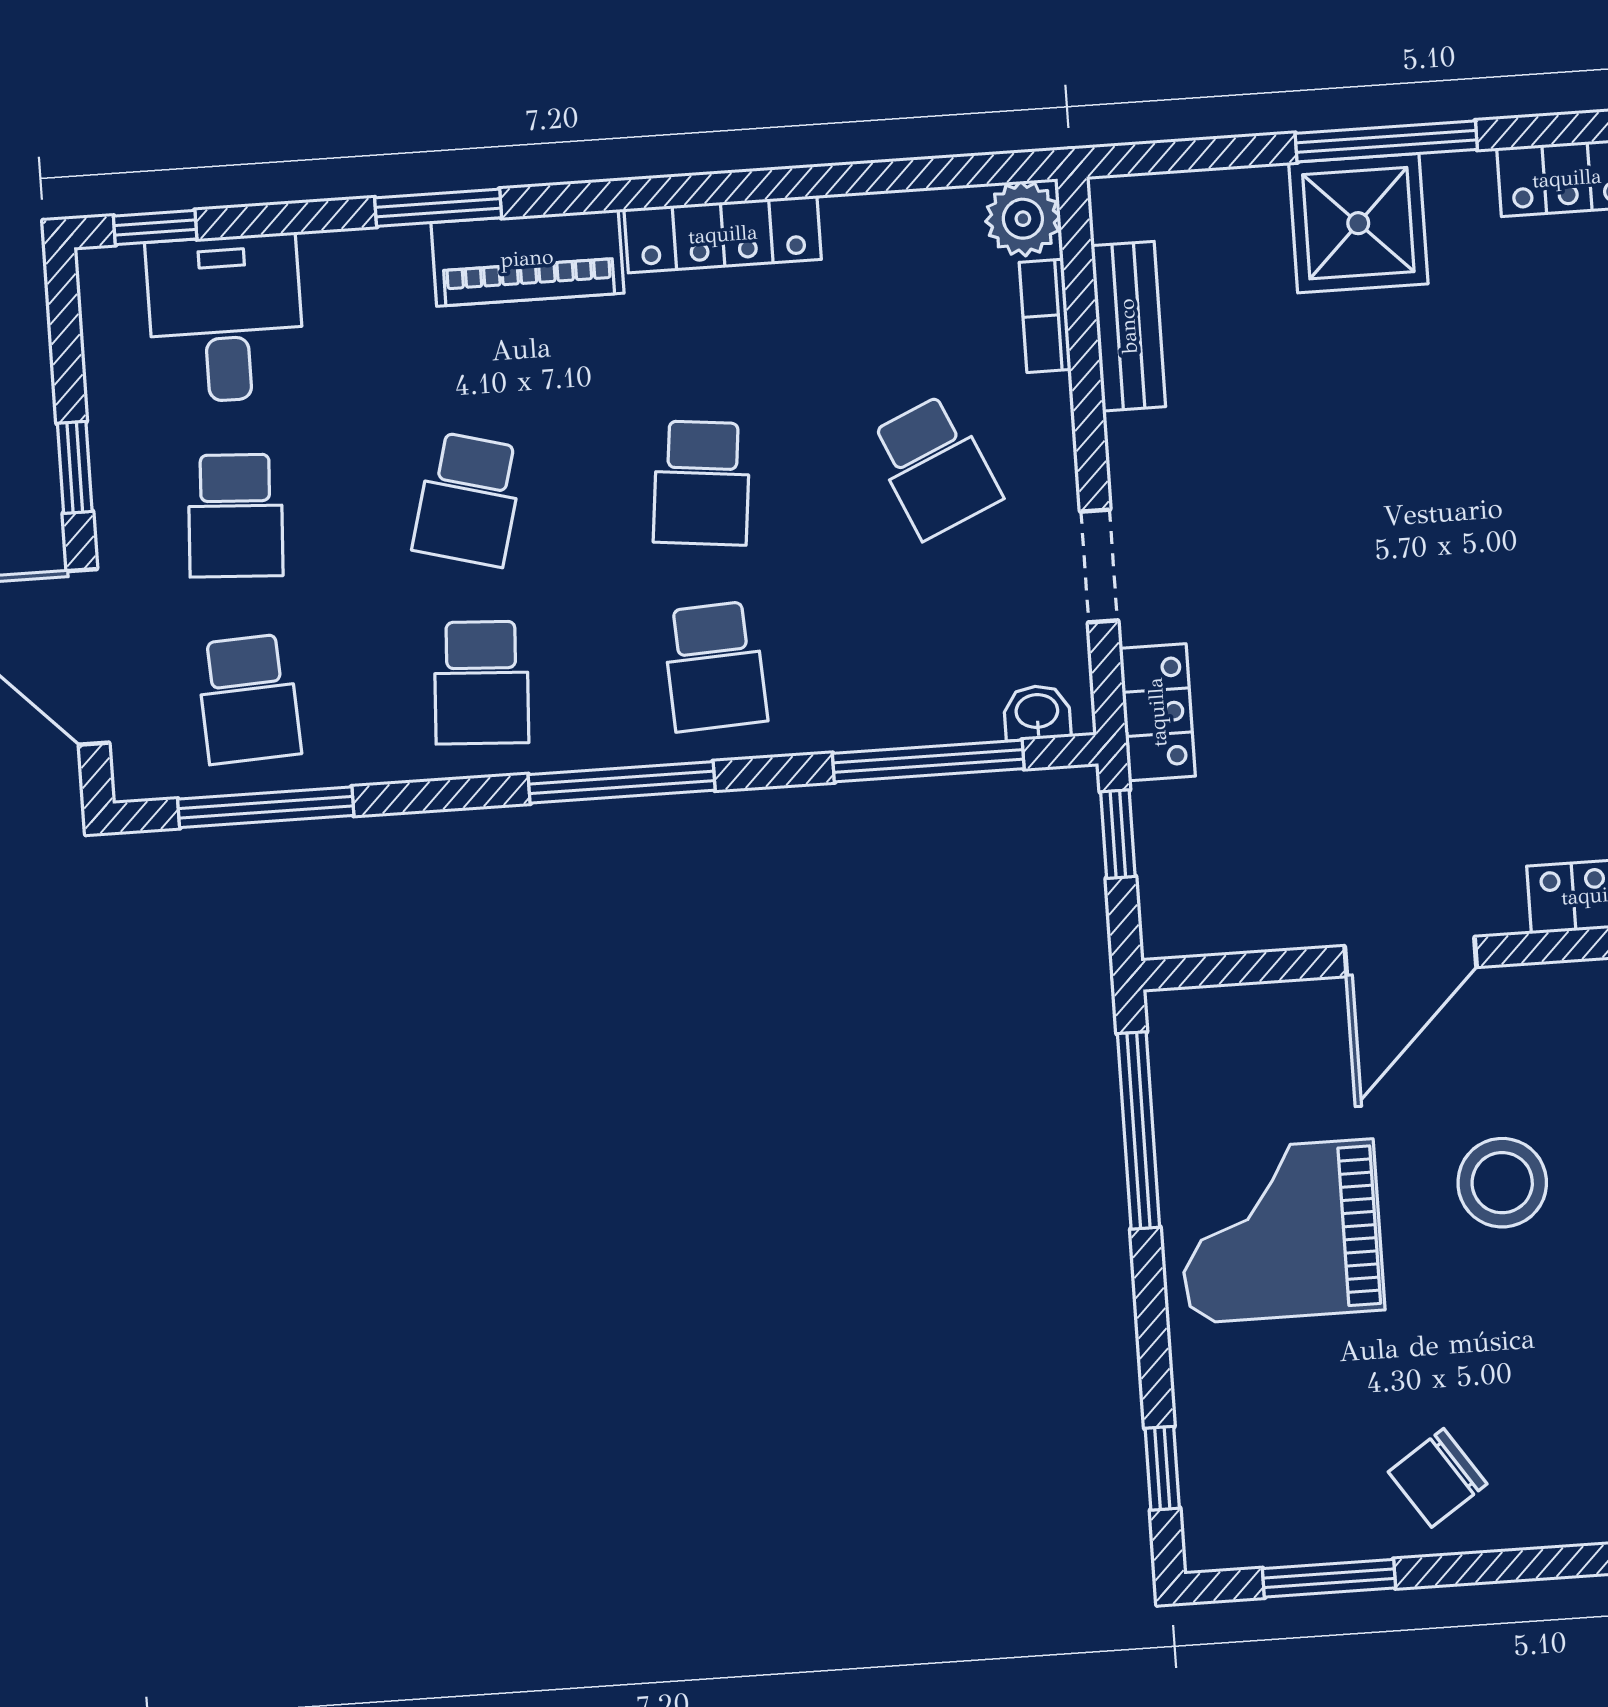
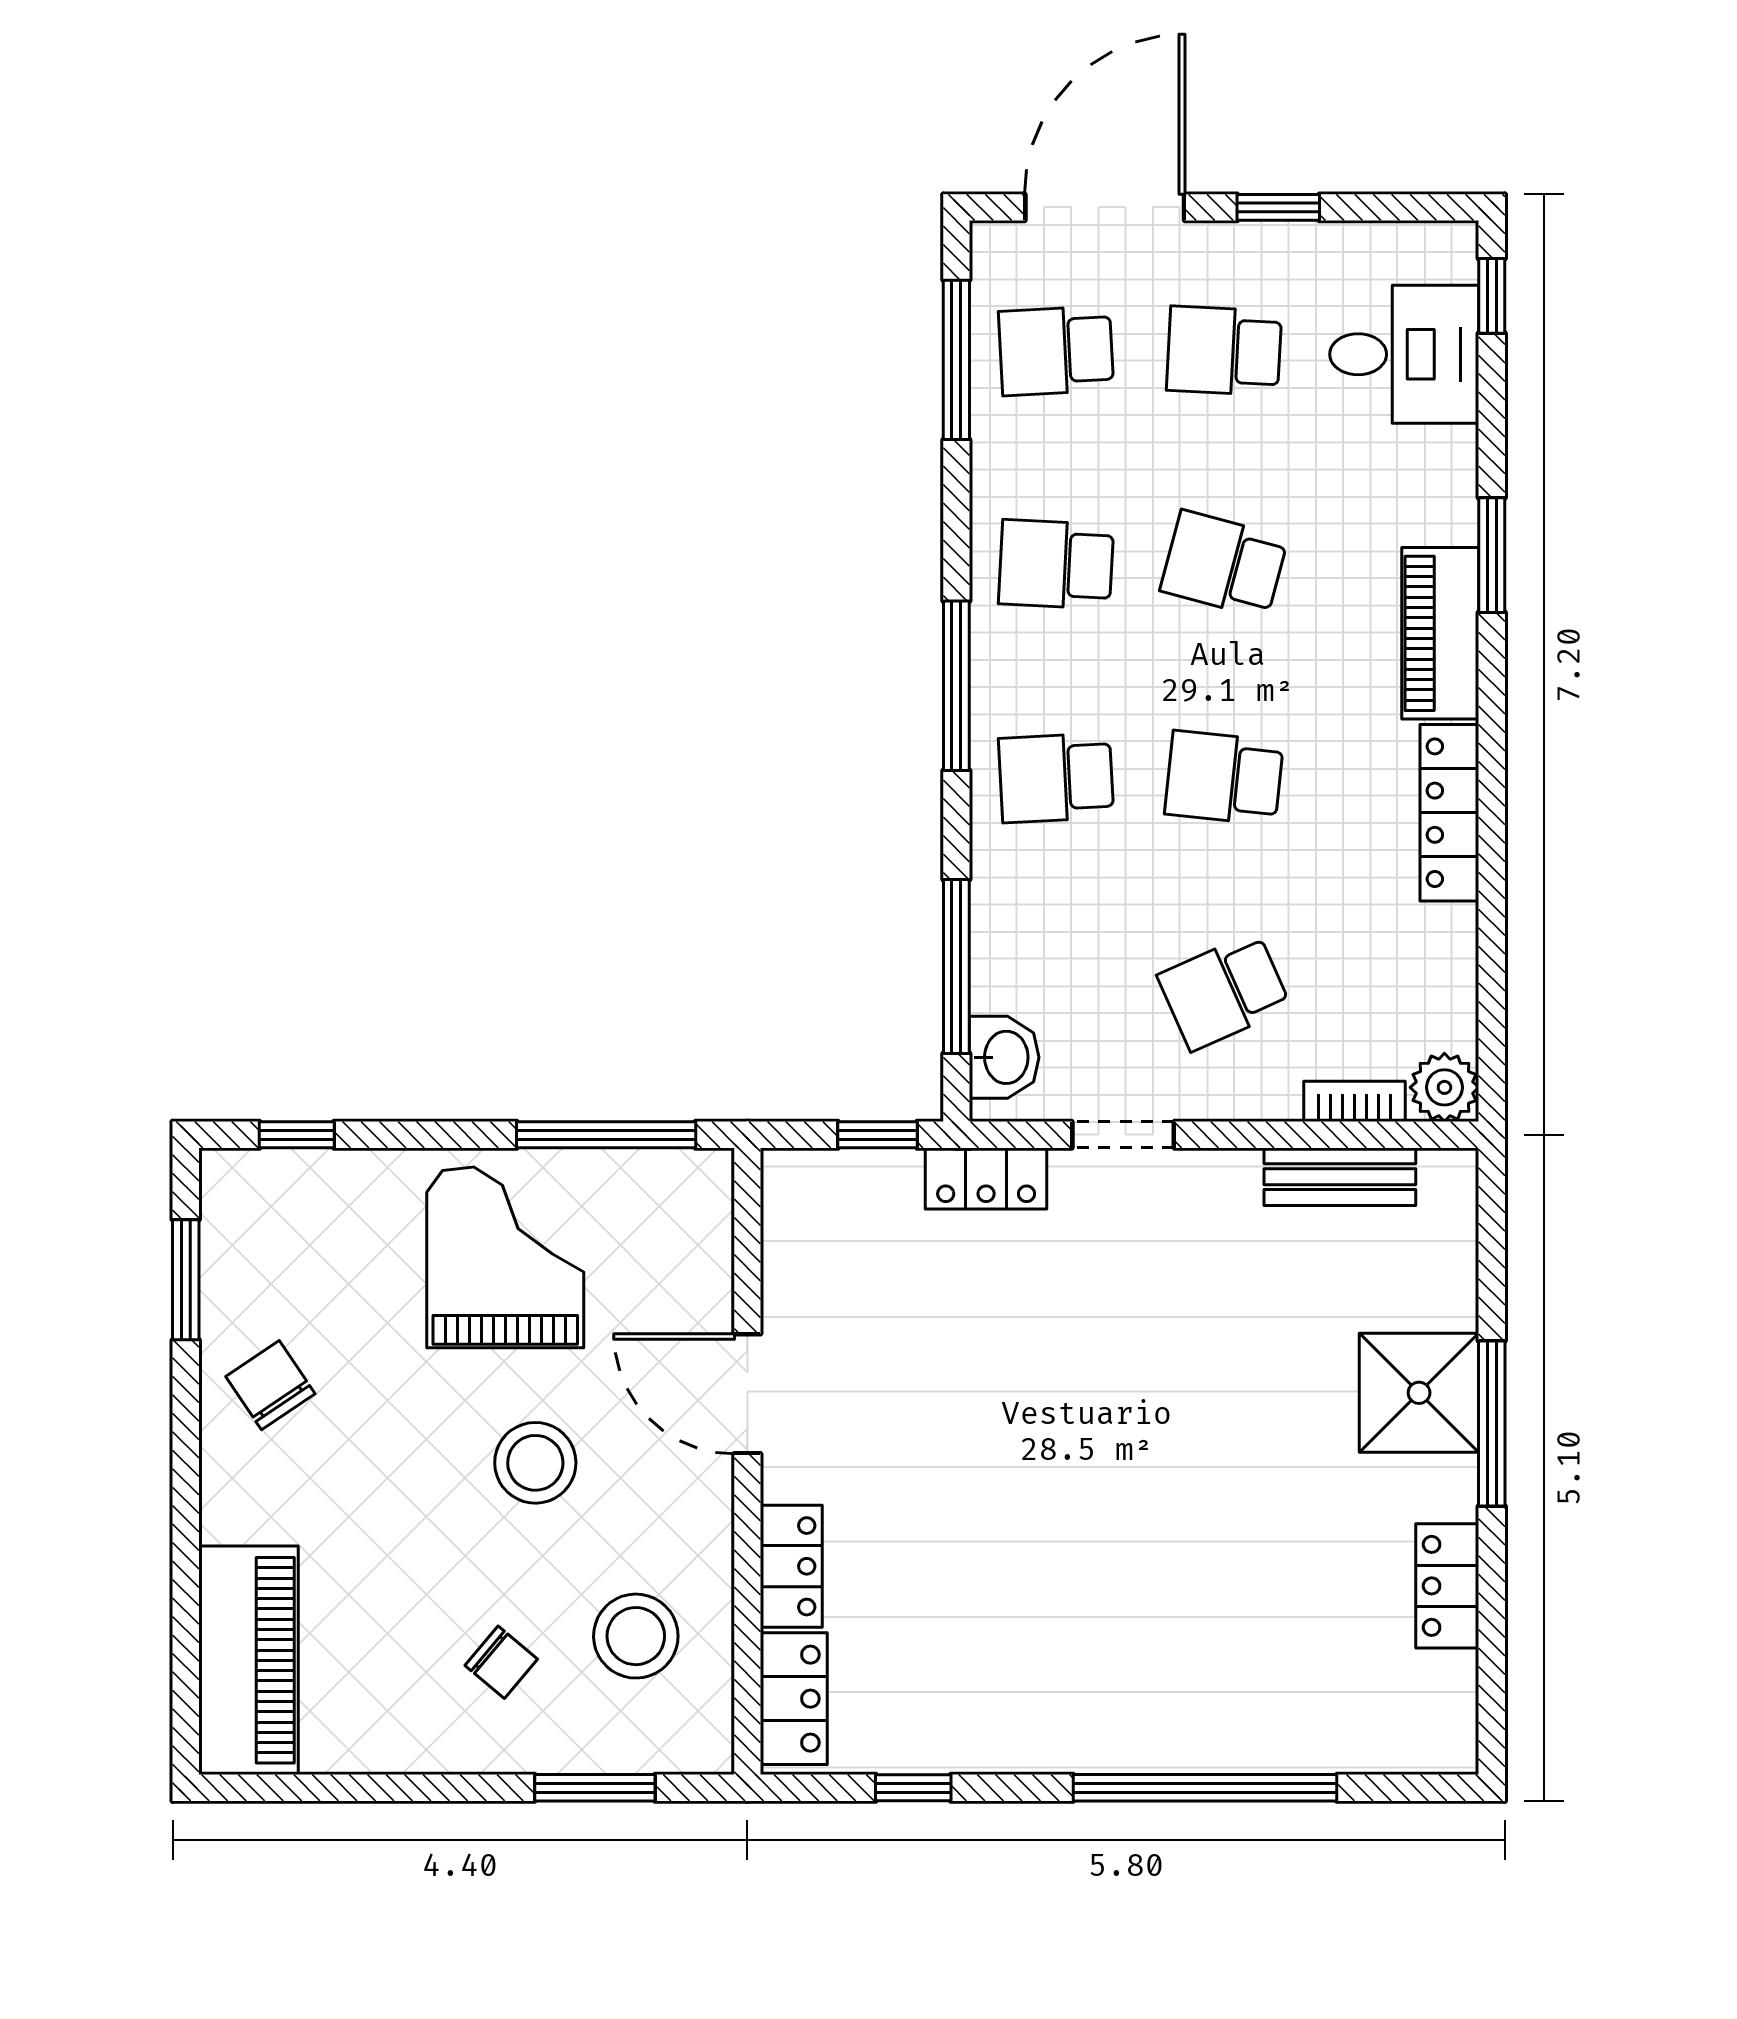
washbasin: (1037, 713) -> (1004, 1057), width x1.38, depth x1.45

